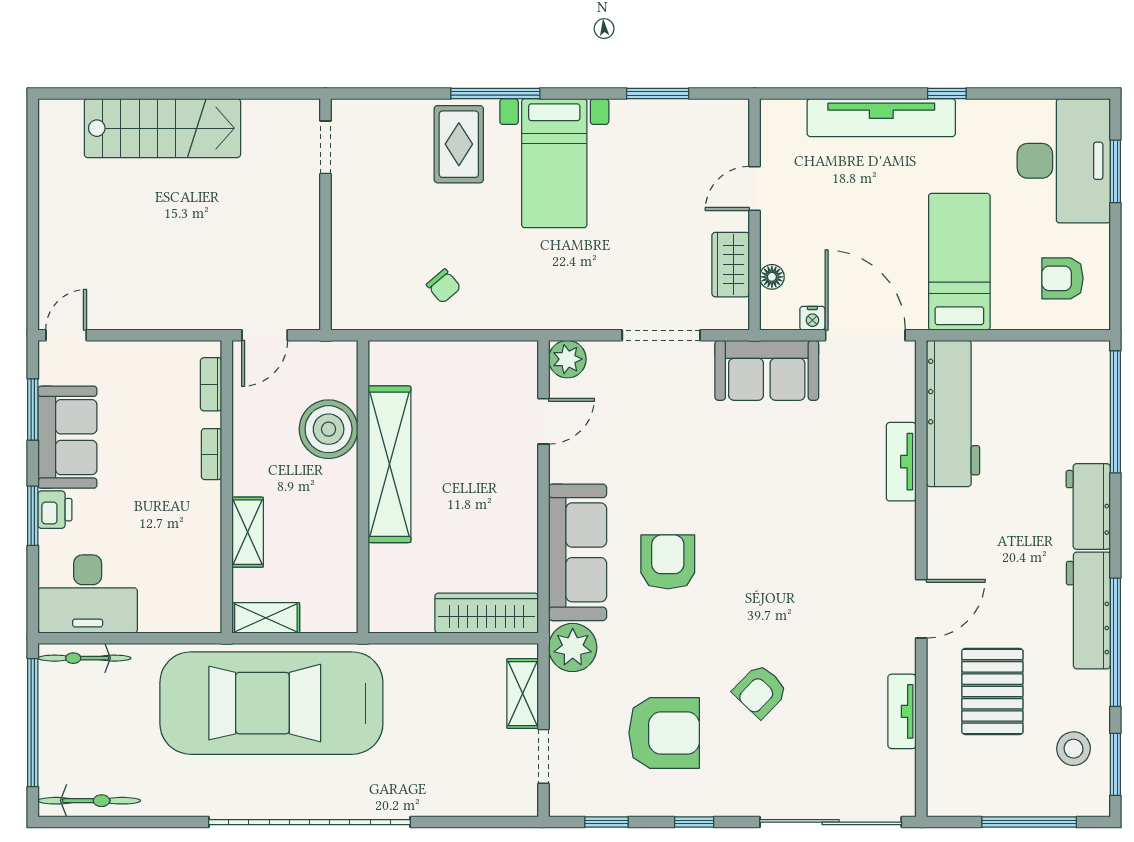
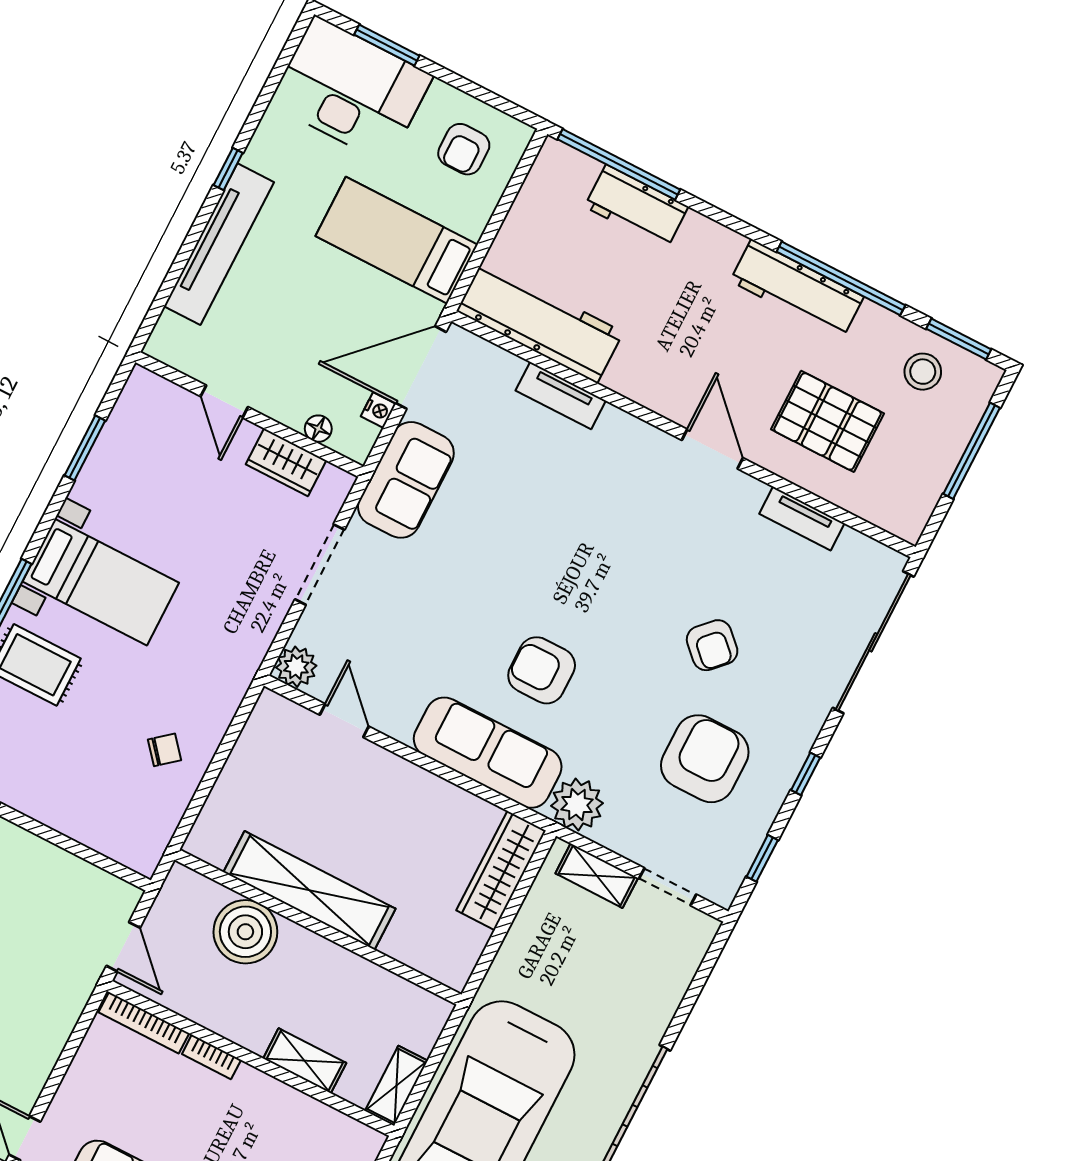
bookcase: (211, 384) -> (144, 1023), width x1.56
workbench: (1088, 506) -> (636, 207), moved

